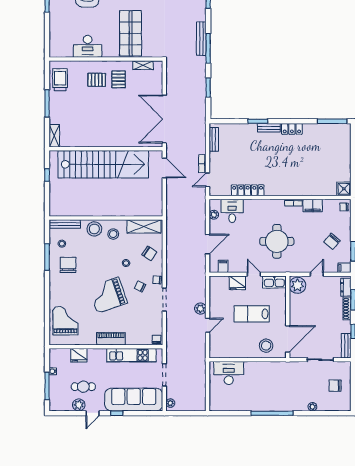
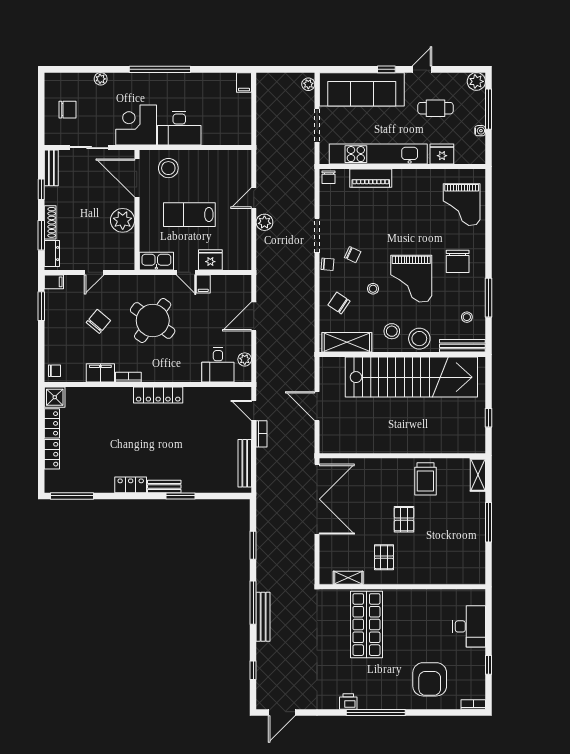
desk: (88, 46) -> (469, 626), moved, turned 90
trolley: (60, 80) -> (425, 479), moved
pallet: (97, 80) -> (404, 519), moved, turned 90
bench: (214, 139) -> (245, 463), width x1.36
locker: (346, 150) -> (52, 454), added
stairs: (103, 164) -> (411, 377), moved, turned 180
door: (164, 168) -> (317, 406), moved
locker: (346, 171) -> (52, 423), added
door: (208, 180) -> (254, 410), swing flipped
locker: (248, 190) -> (158, 395), moved
round table: (277, 241) -> (153, 320), turned 36
chair: (332, 241) -> (98, 321), moved
chair: (68, 265) -> (458, 261), moved
filing cabinet: (223, 266) -> (203, 284), moved
plant: (297, 285) -> (123, 220), moved
grand piano: (108, 295) -> (411, 279), moved, turned 109
lab bench: (252, 314) -> (189, 215), turned 180
piano: (111, 339) -> (371, 178), moved
door: (288, 339) -> (137, 178), hinge flipped
kitchen unit: (131, 355) -> (378, 154), width x1.36
desk: (229, 373) -> (179, 128), moved
corner desk: (288, 375) -> (136, 125), added
filing cabinet: (214, 404) -> (244, 82), added
plant: (79, 405) -> (476, 81), moved

